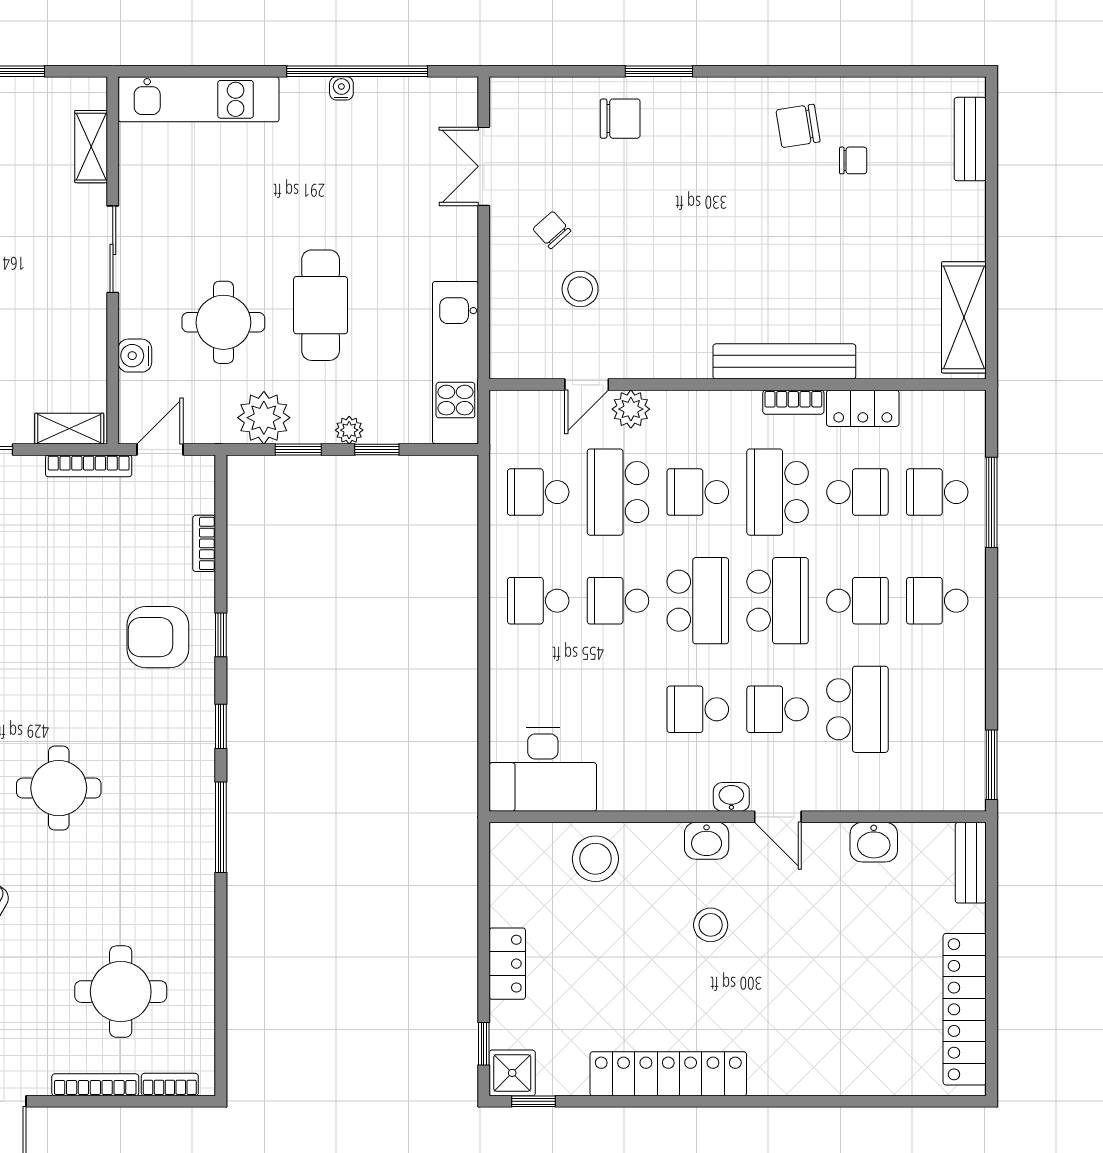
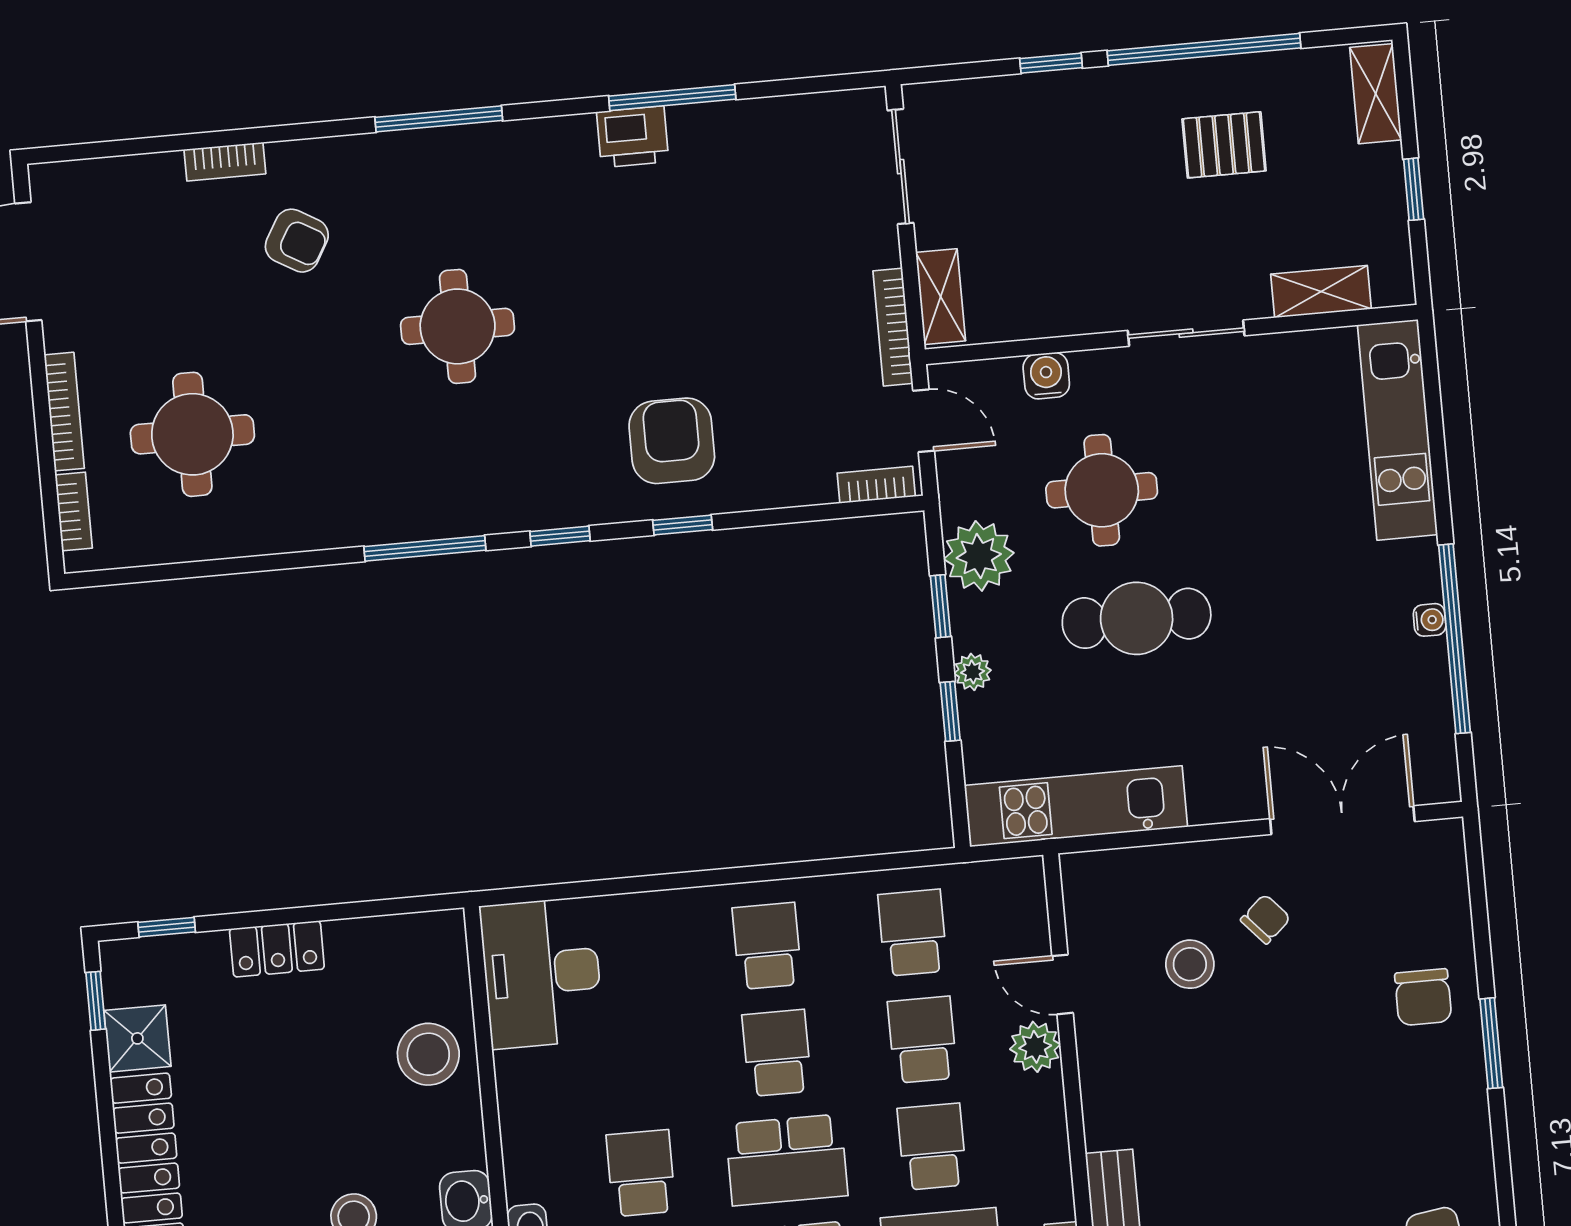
double door: (484, 166) -> (1342, 820), width x1.37
school desk: (618, 492) -> (922, 1040), width x0.54
bookcase: (204, 543) -> (876, 485), moved
shower: (512, 1073) -> (137, 1038), moved

